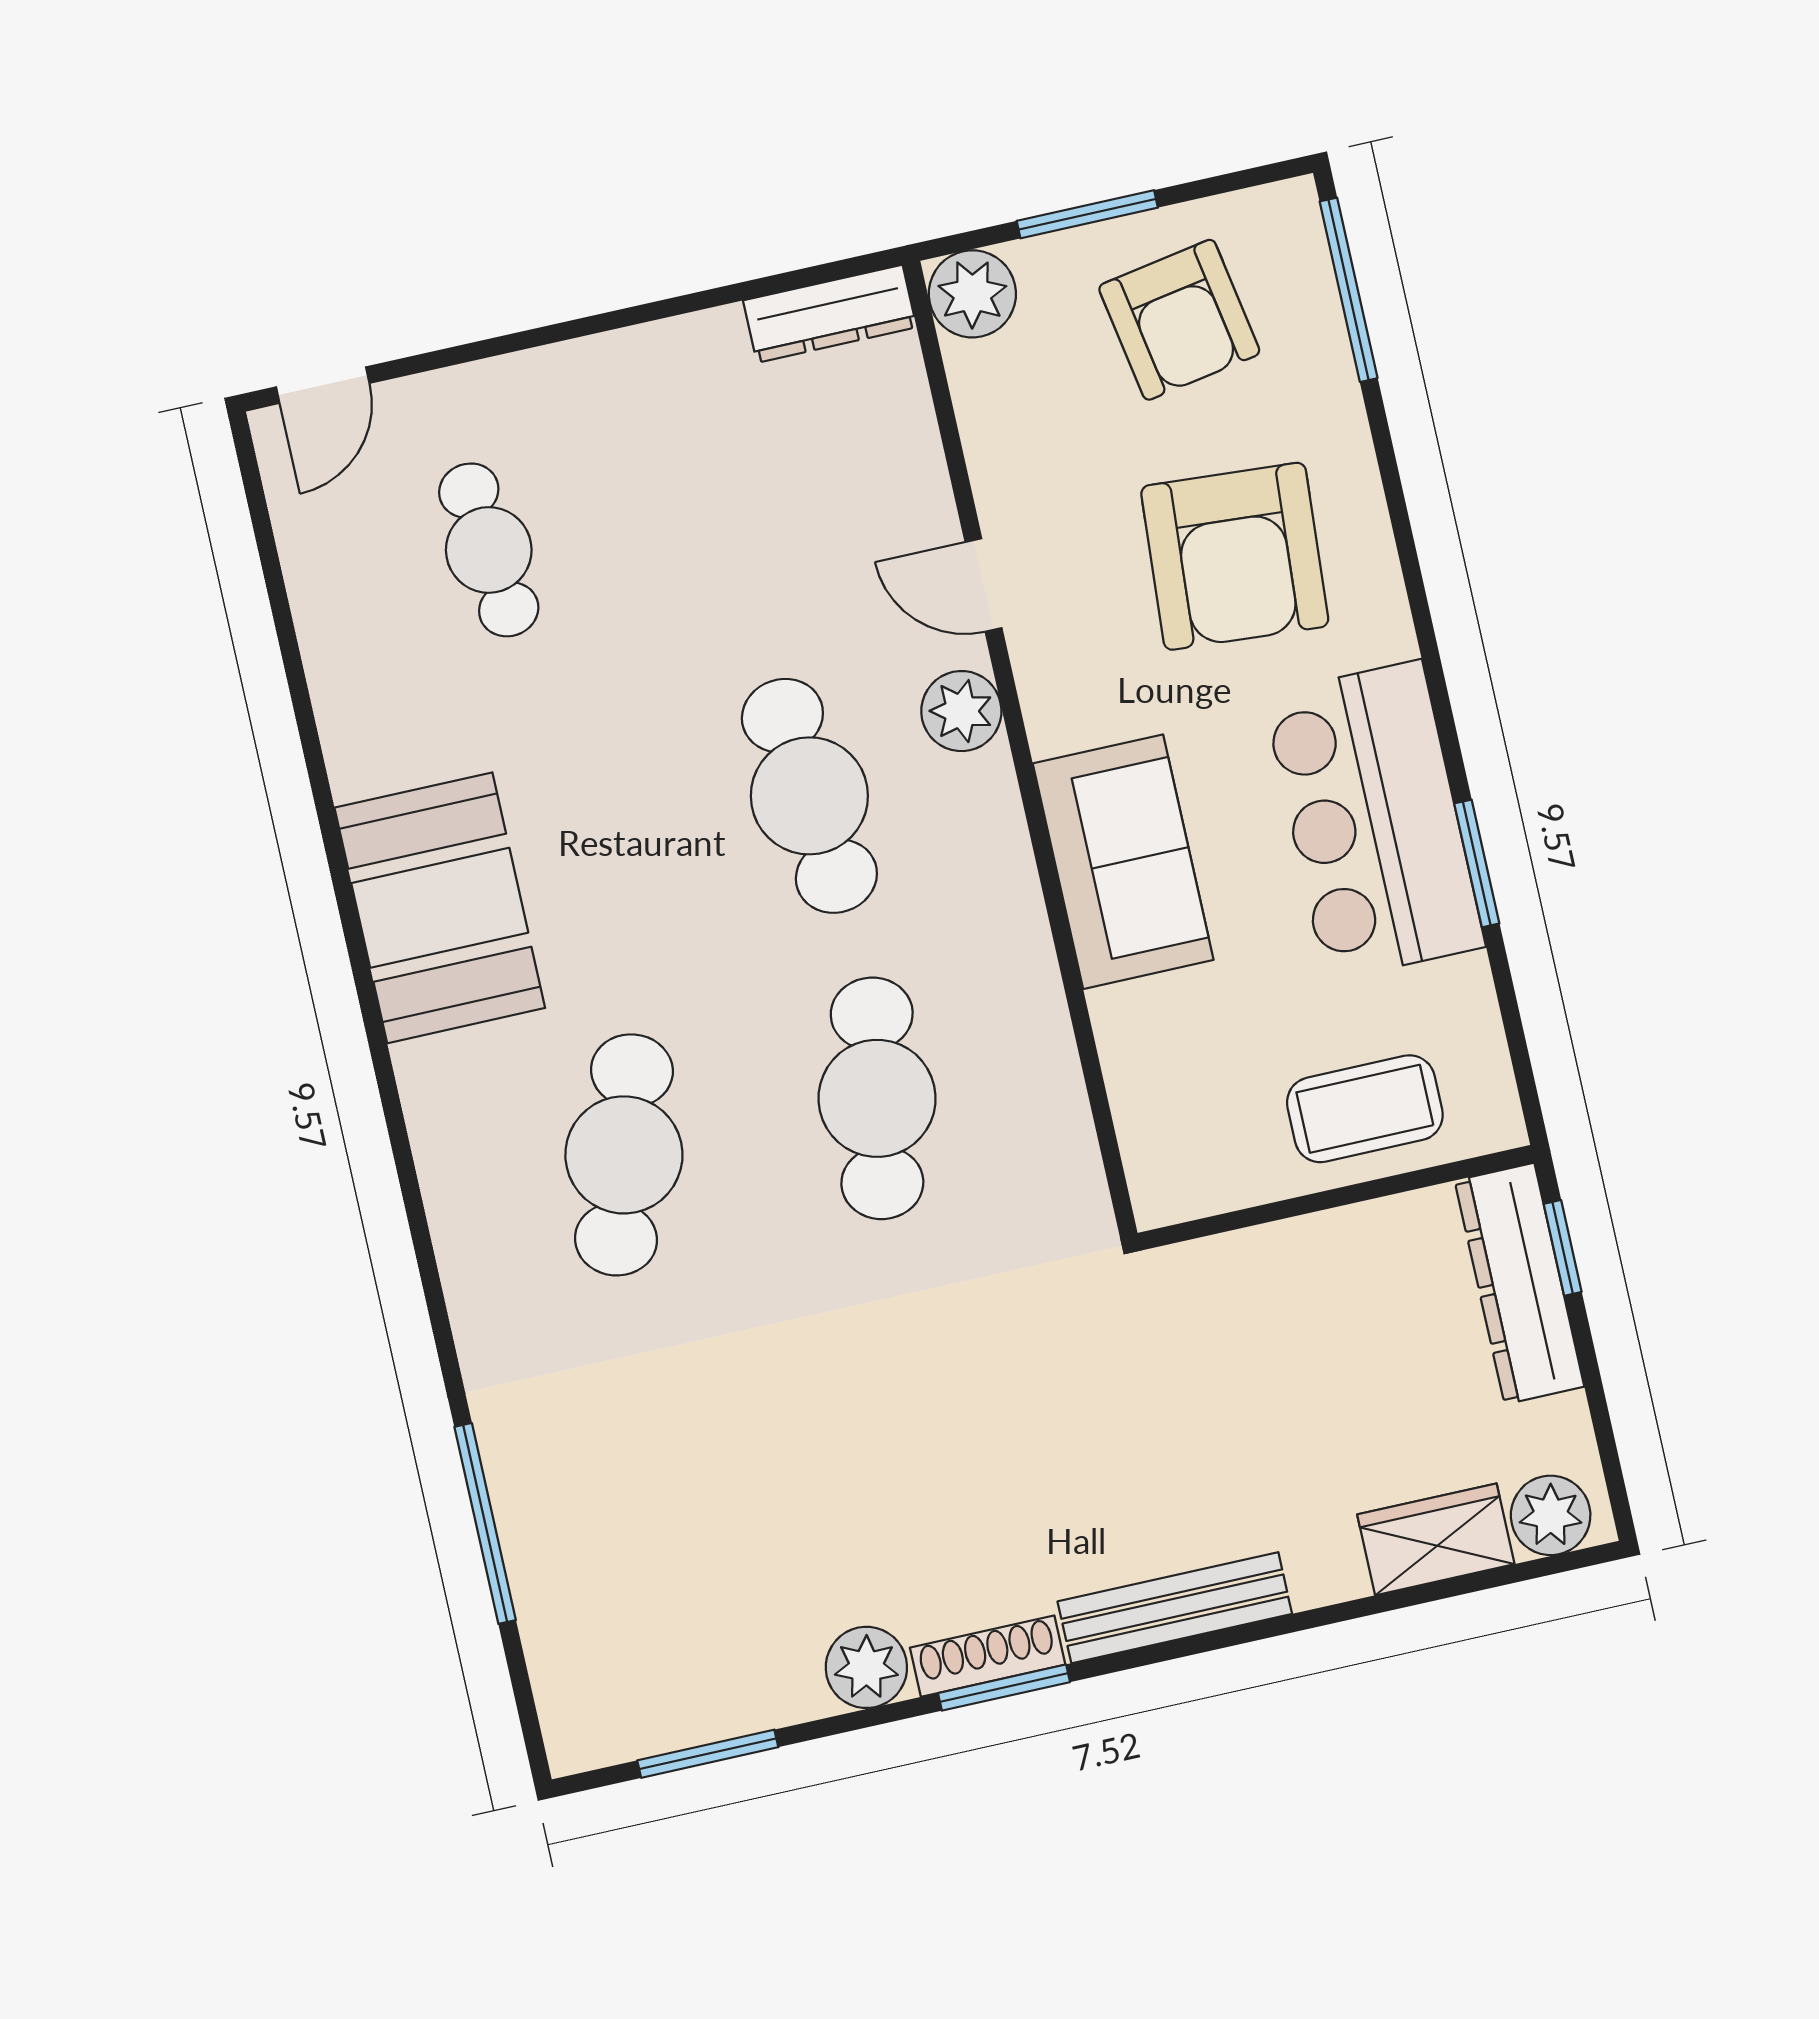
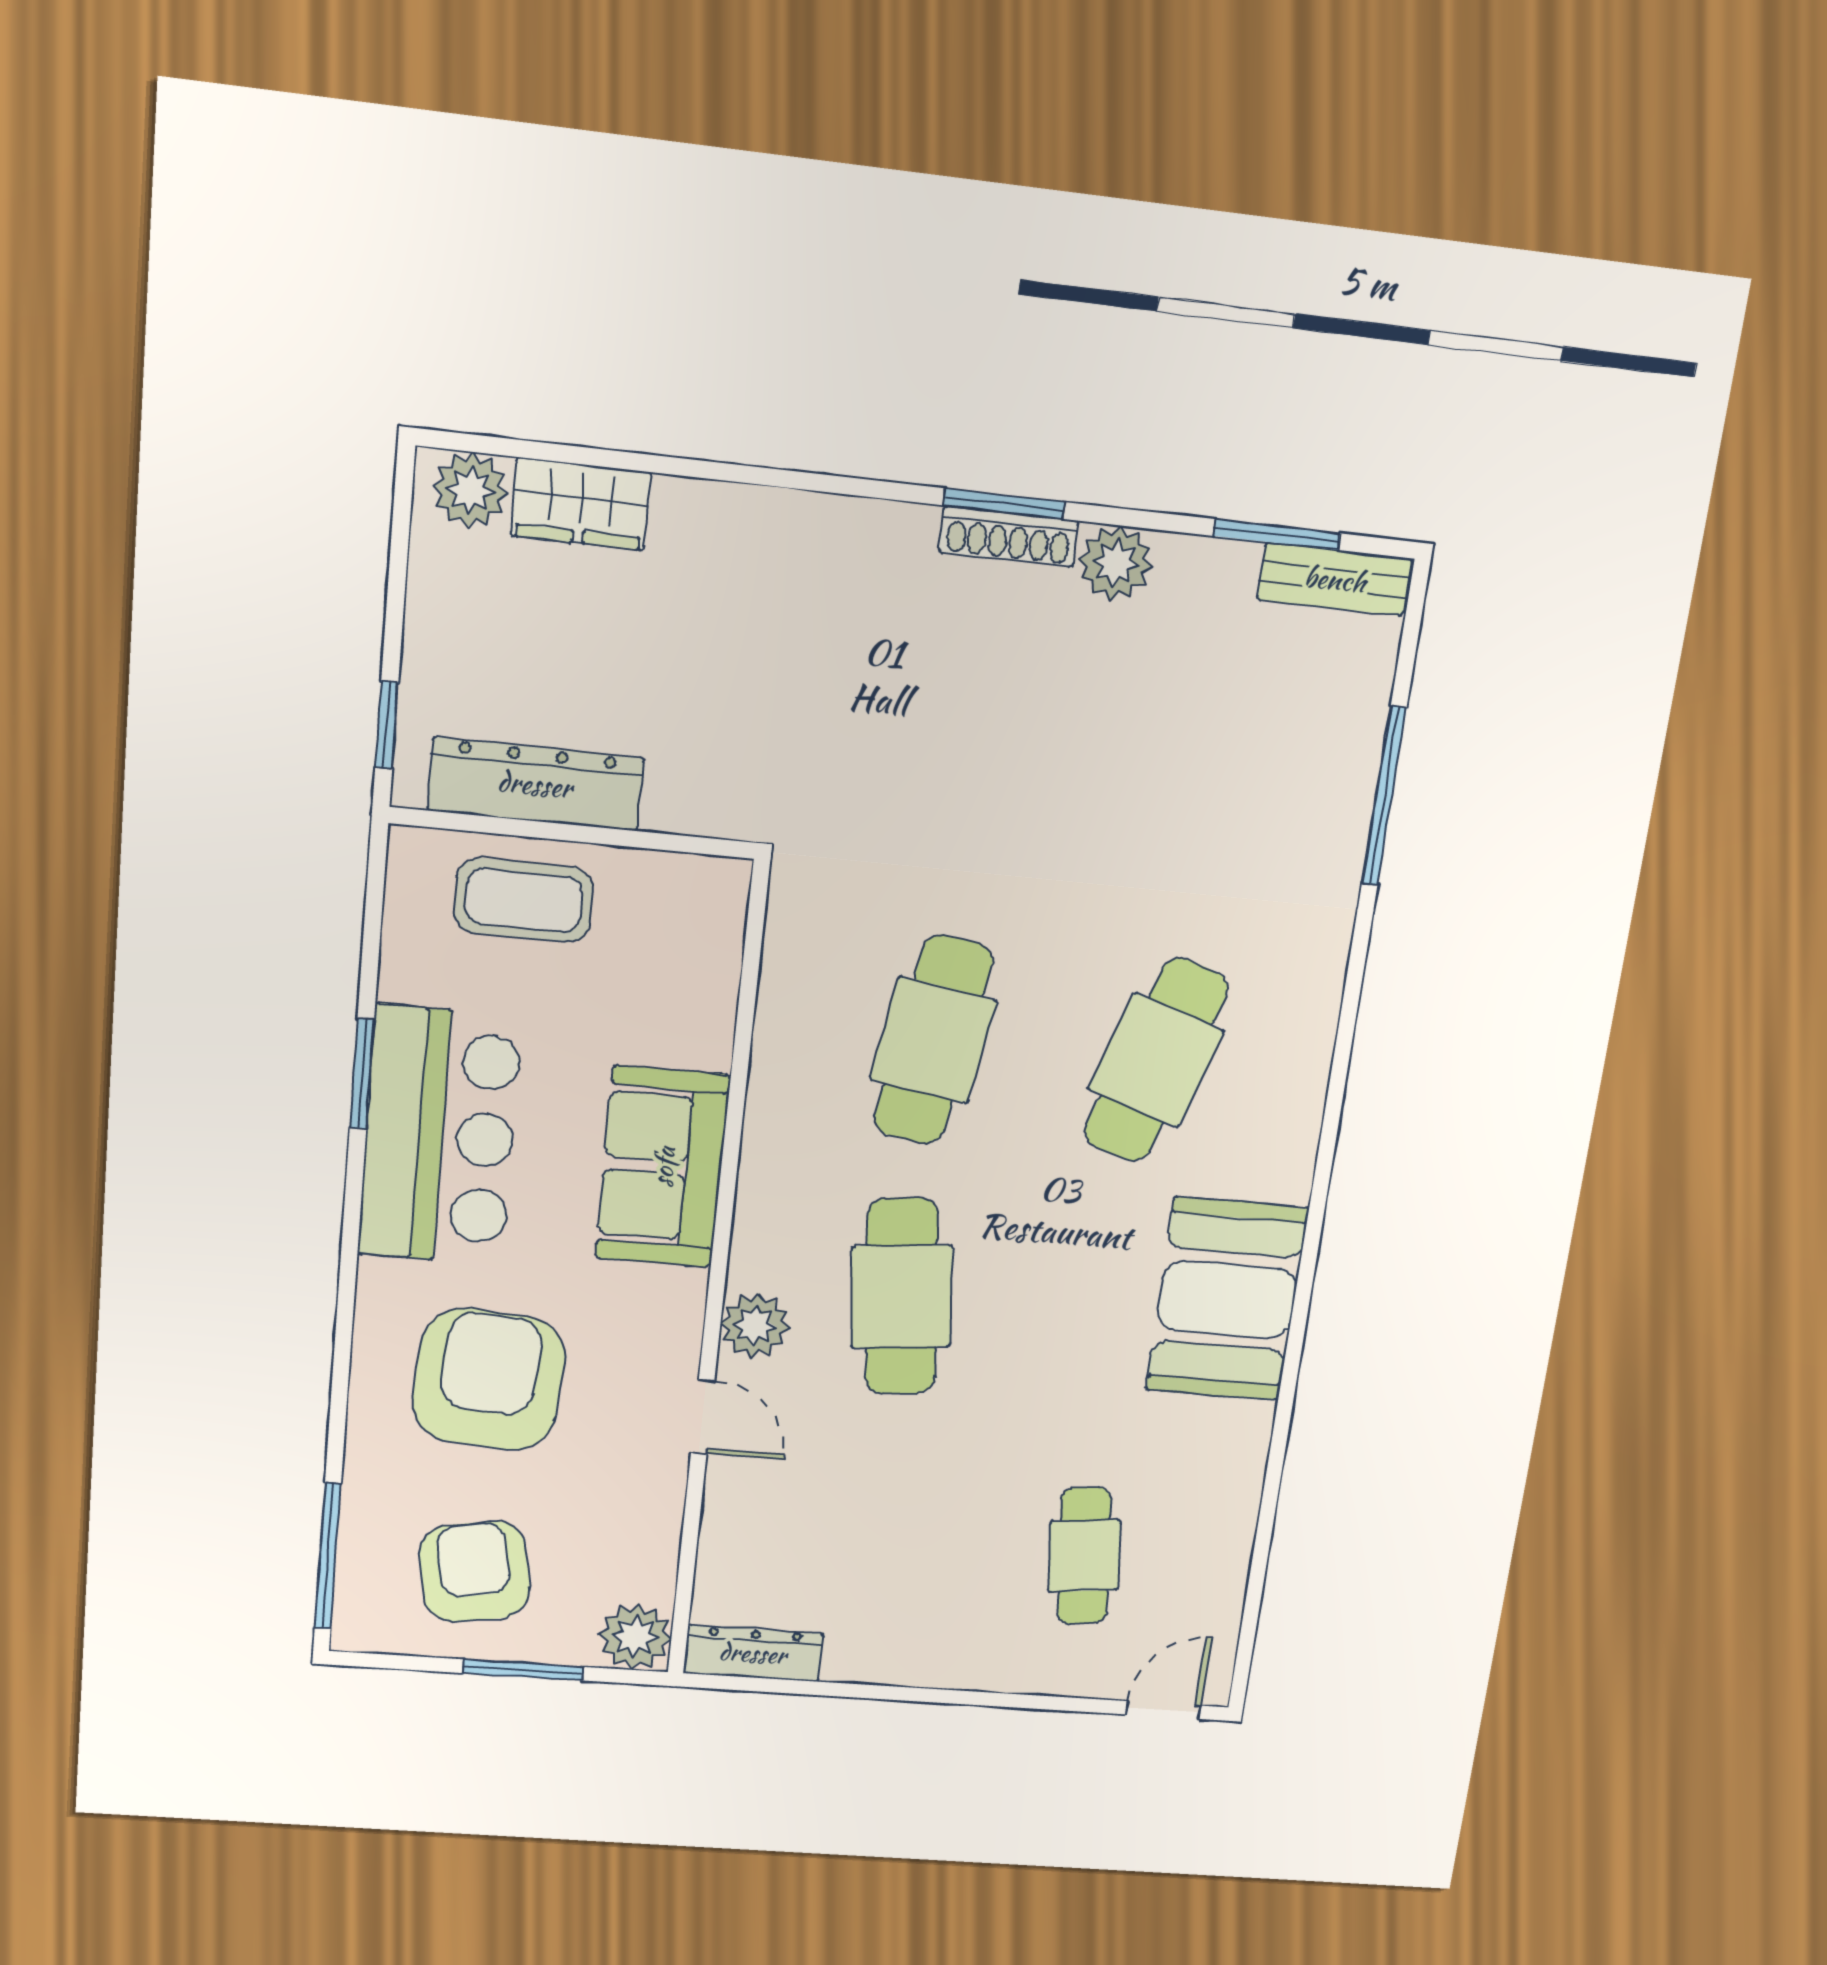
dresser: (1519, 1284) -> (535, 784), moved, turned -90
bench: (1175, 1608) -> (1335, 579), moved, width x0.73

